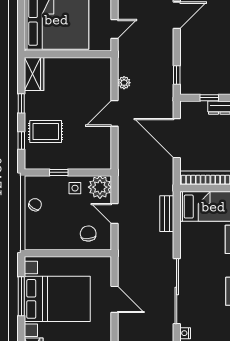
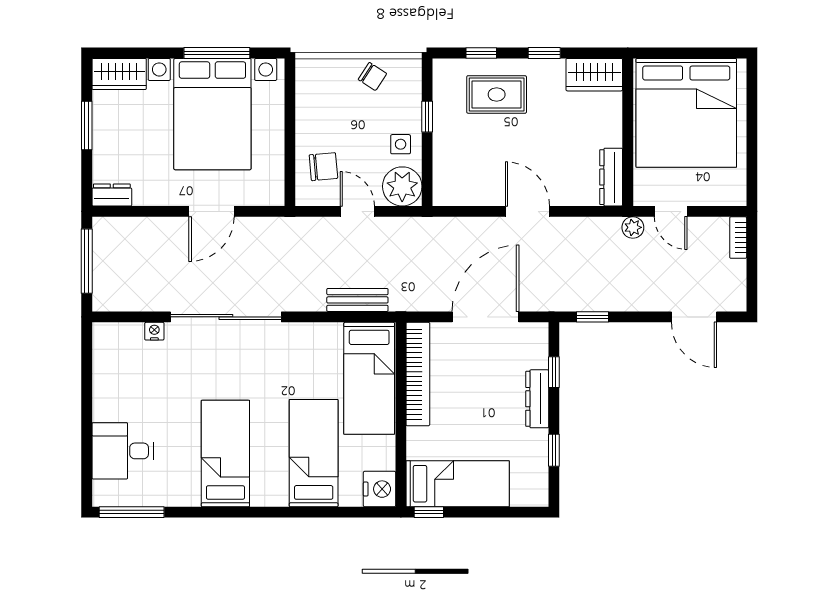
dresser: (94, 64) -> (611, 177), added
plant: (124, 83) -> (633, 227), moved
rug: (46, 132) -> (497, 94), turned 90
door: (115, 214) -> (357, 211), hinge flipped

